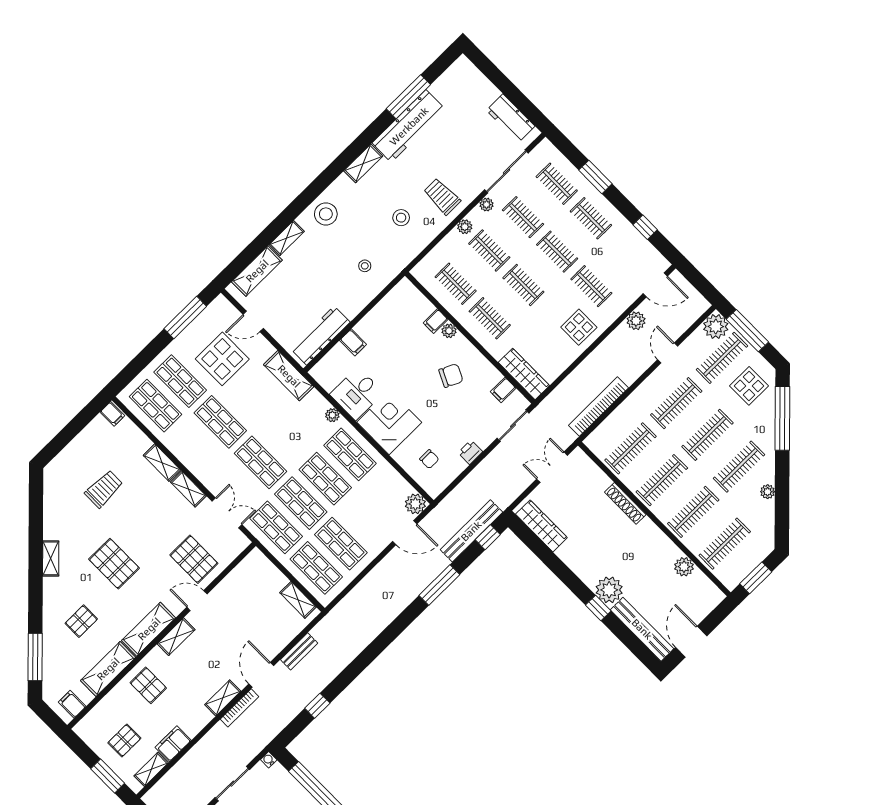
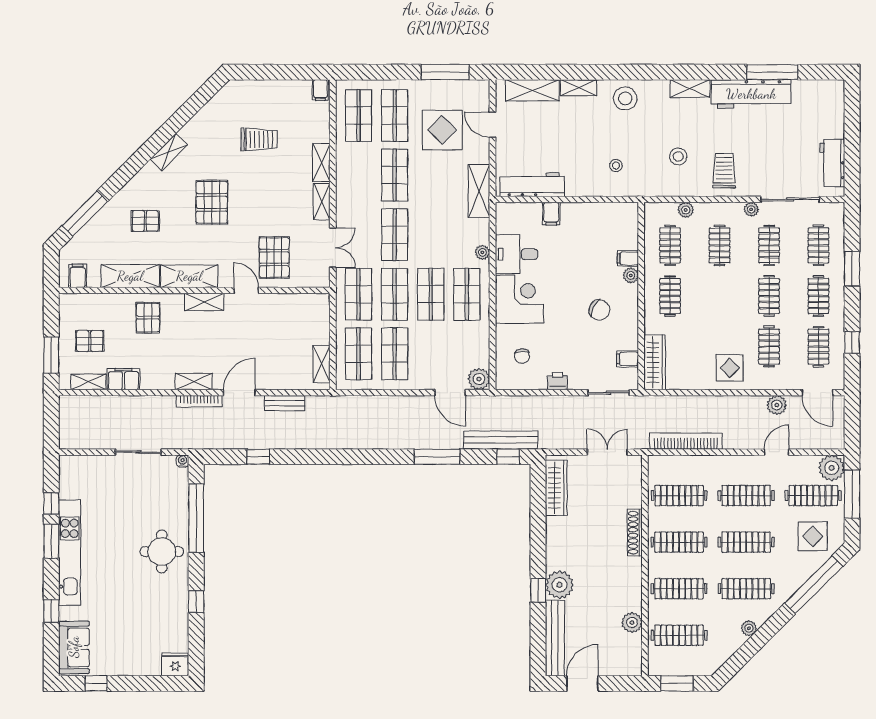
plant: (465, 227) -> (686, 210), moved
clothes rail: (523, 285) -> (818, 347), moved

